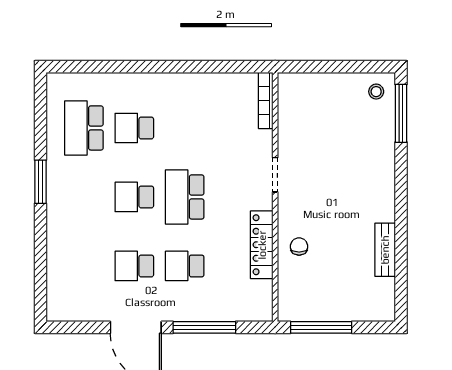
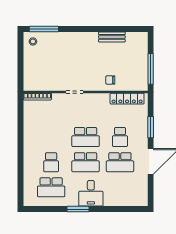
school desk: (134, 197) -> (86, 162), width x1.85
desk: (72, 208) -> (91, 193), added
locker: (262, 245) -> (127, 99), moved
school desk: (134, 266) -> (120, 162), width x1.85
window: (204, 327) -> (151, 127), width x0.69

